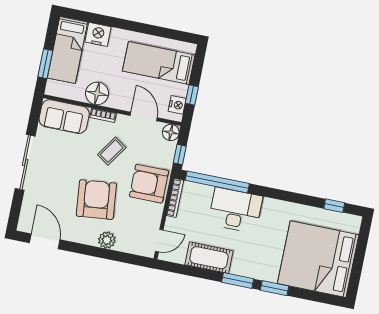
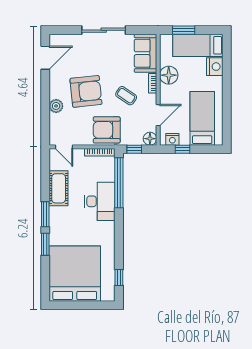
armchair: (149, 184) -> (107, 130), turned -90

